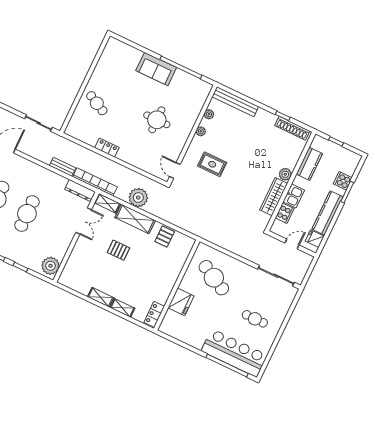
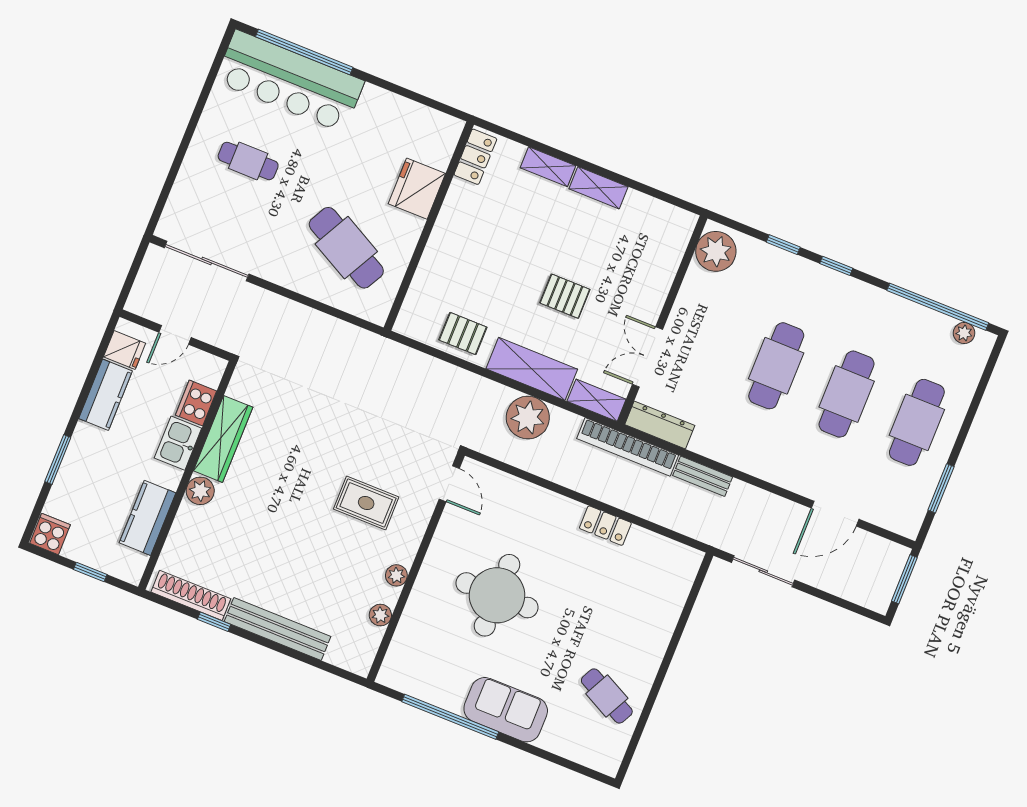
bench: (235, 102) -> (278, 629), moved
cafe table: (97, 103) -> (607, 696), moved
round table: (157, 120) -> (497, 595), width x1.36, depth x1.36
cooker: (343, 181) -> (50, 534), moved, turned -90
kitchen counter: (327, 213) -> (106, 395), width x0.67
pallet: (165, 237) -> (463, 334), turned 90

